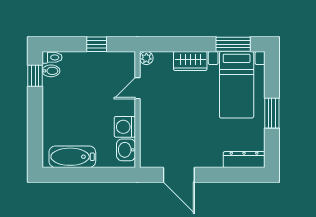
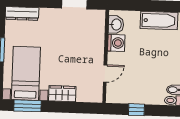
plant: (146, 58) -> (97, 97), removed

